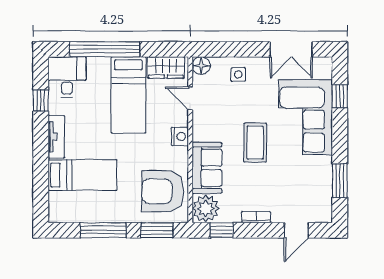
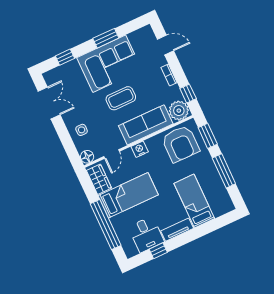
desk: (67, 77) -> (146, 234), moved, turned -90
corner sofa: (305, 117) -> (109, 64), moved
sofa: (207, 168) -> (146, 125), width x1.36
window: (340, 181) -> (106, 38), moved

